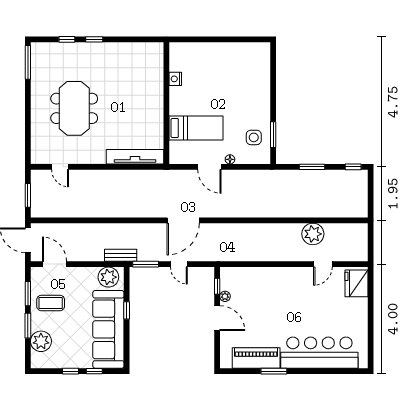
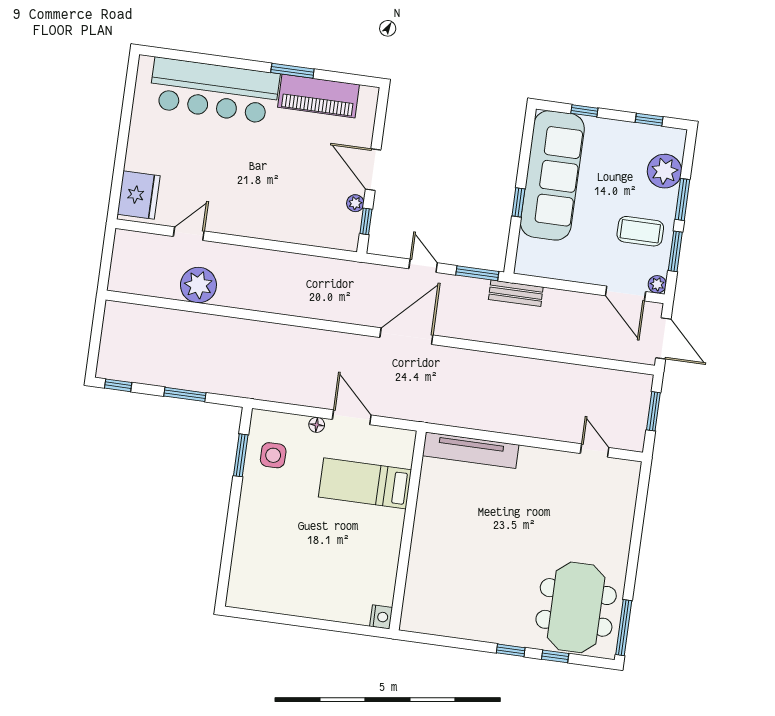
nightstand: (175, 79) -> (381, 617), moved
meeting table: (74, 108) -> (576, 607), moved
plant: (108, 277) -> (657, 284), moved, width x0.53, depth x0.53
window: (70, 371) -> (649, 120), moved

